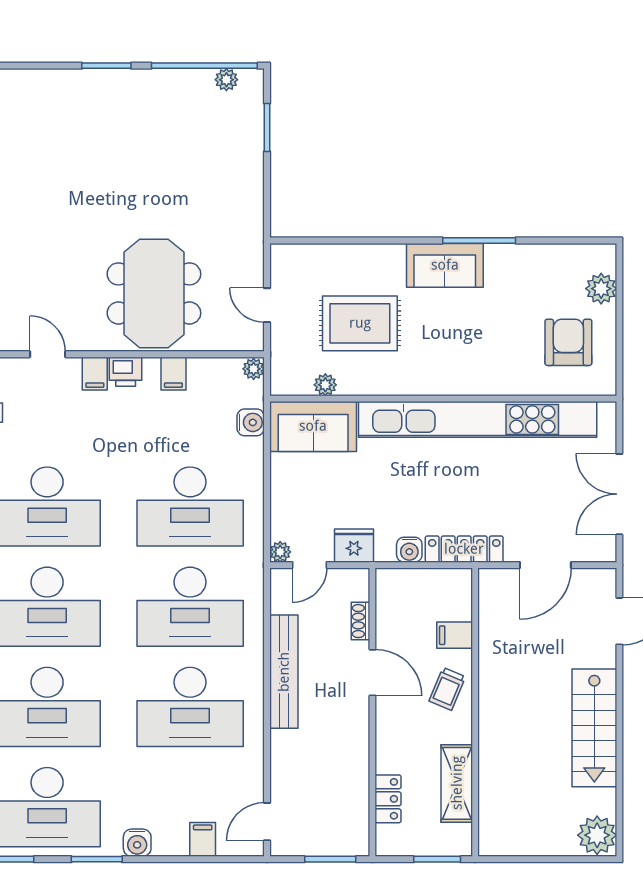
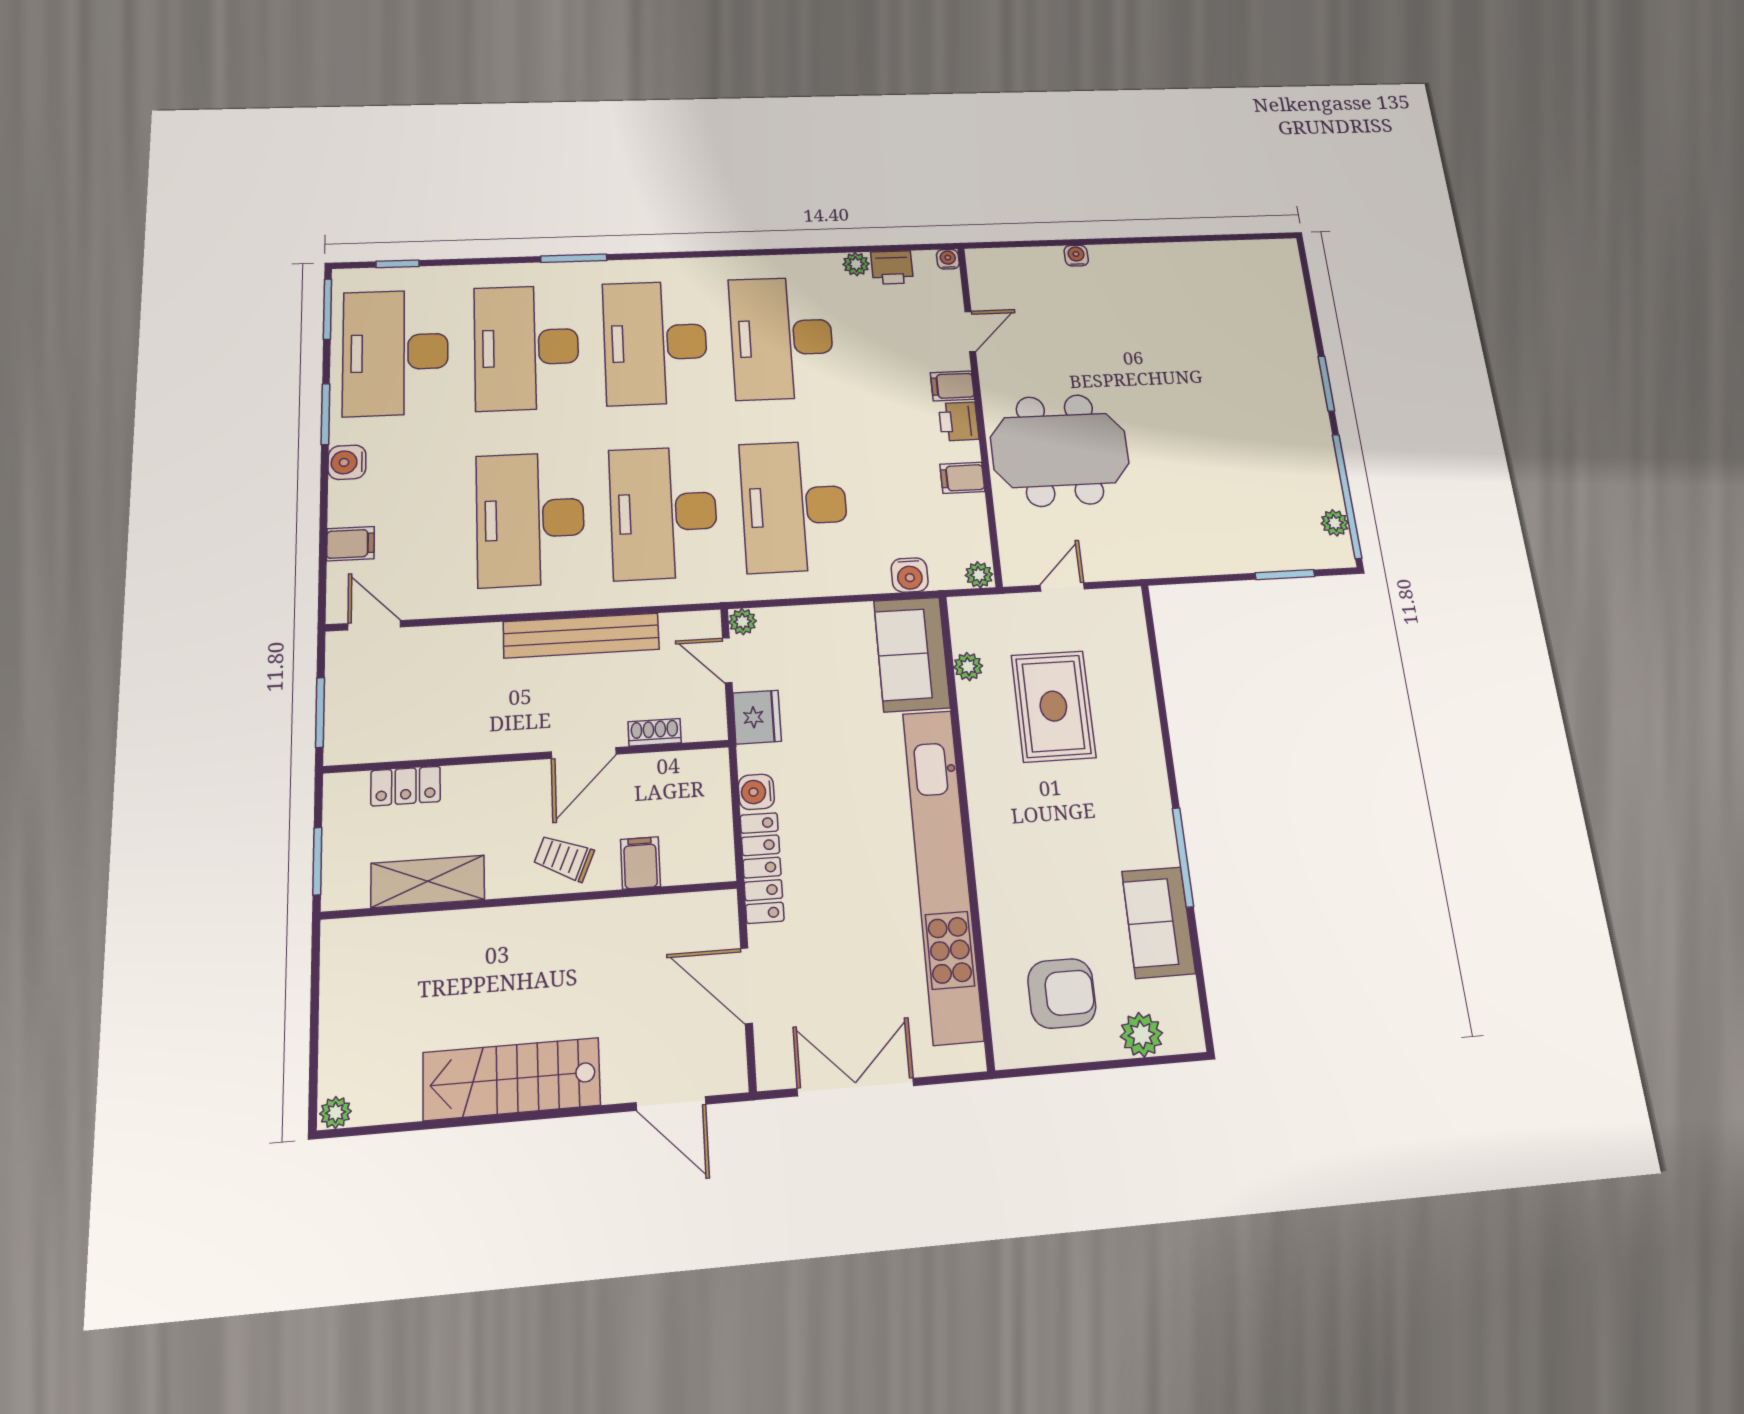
sofa: (445, 265) -> (1158, 922), moved
plant: (597, 835) -> (336, 1112), width x0.53, depth x0.53

